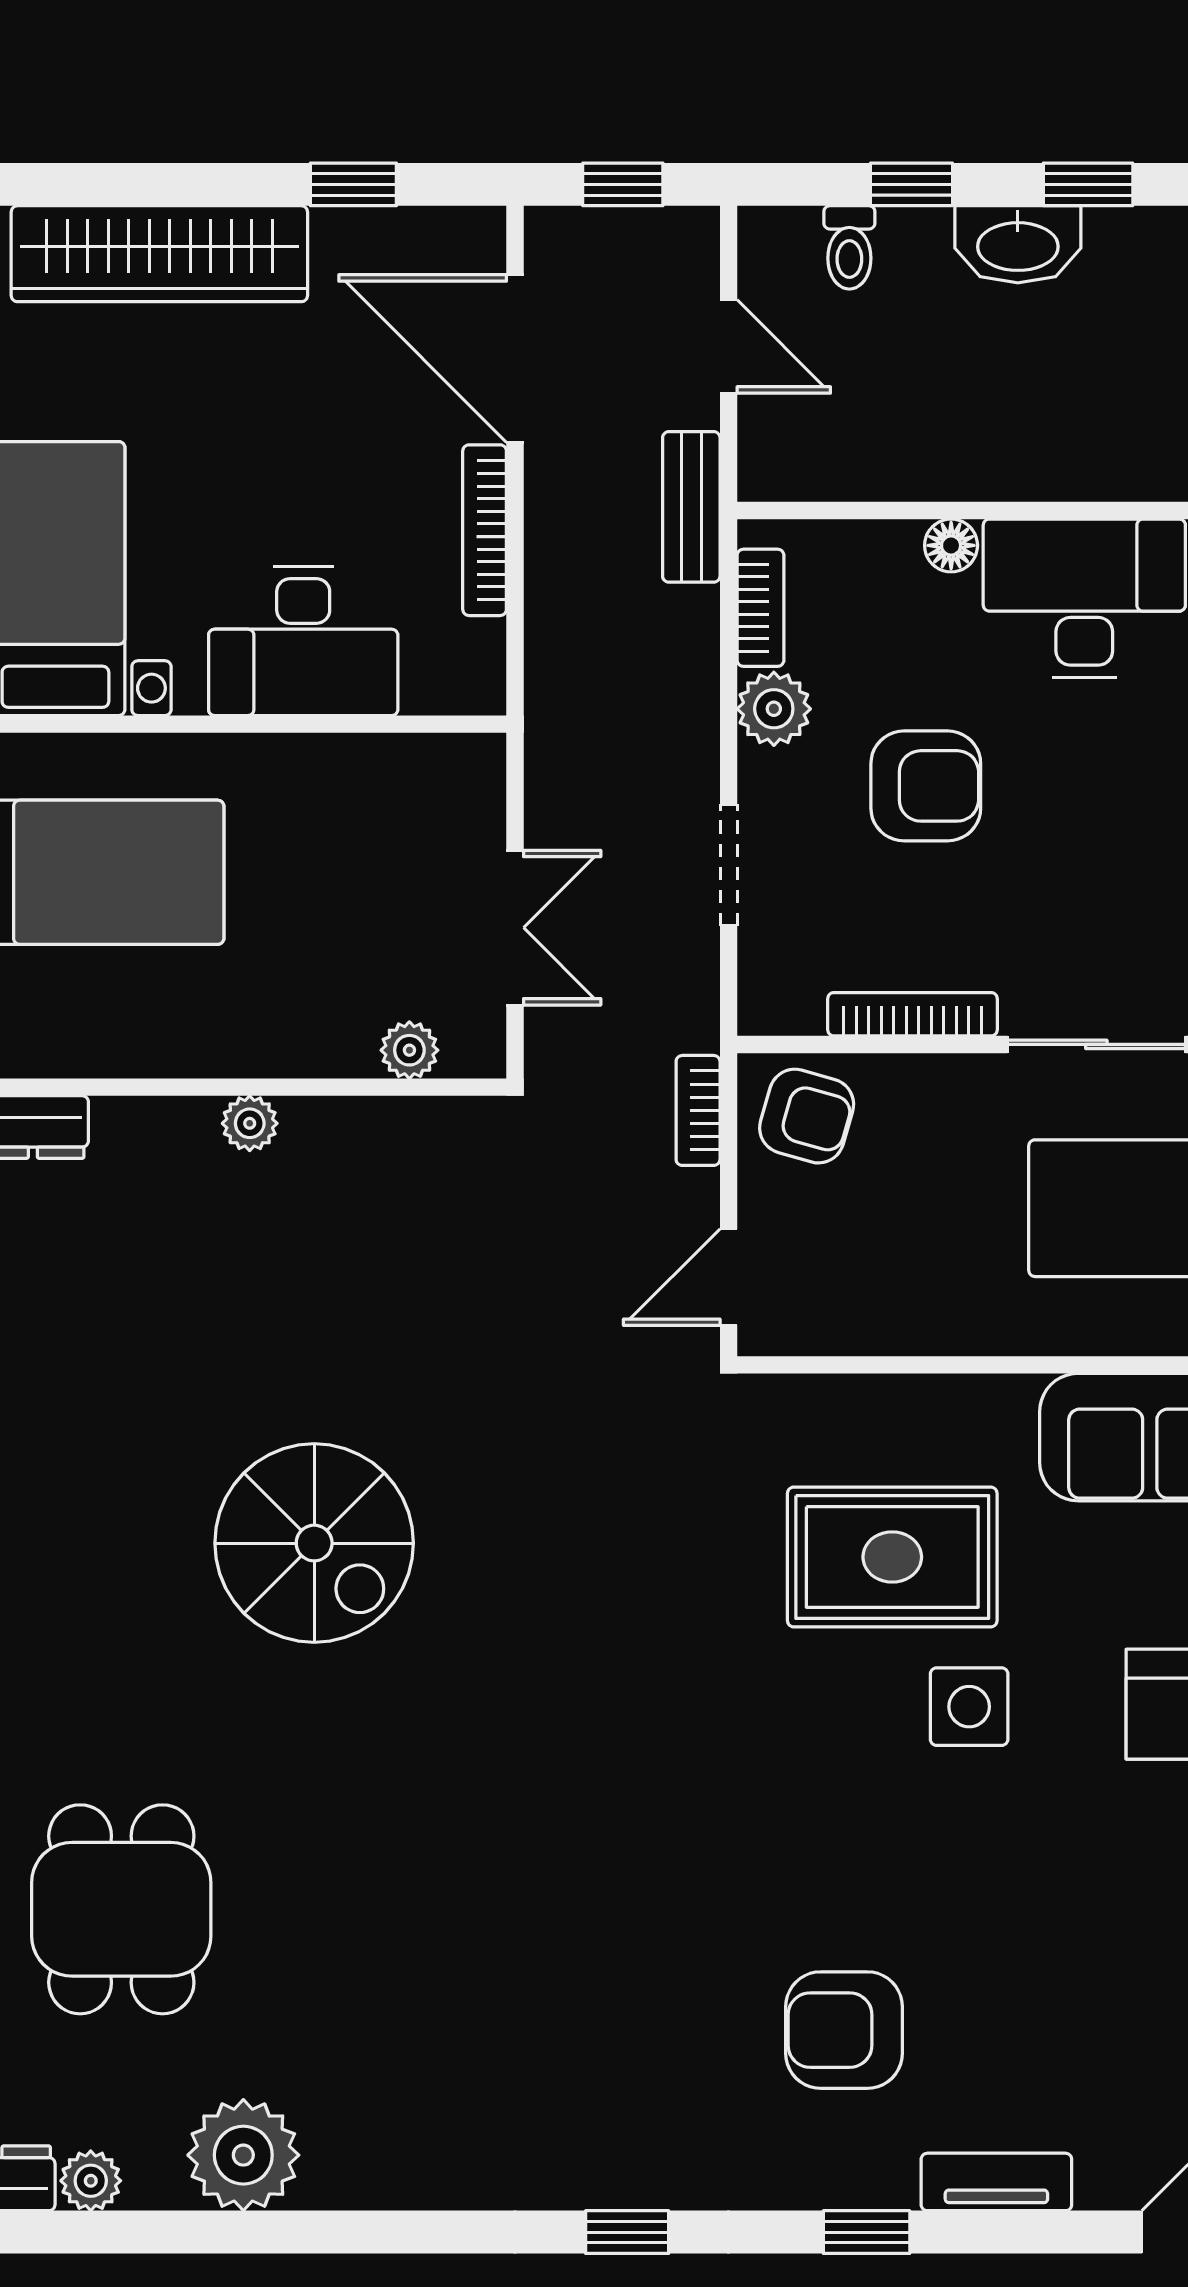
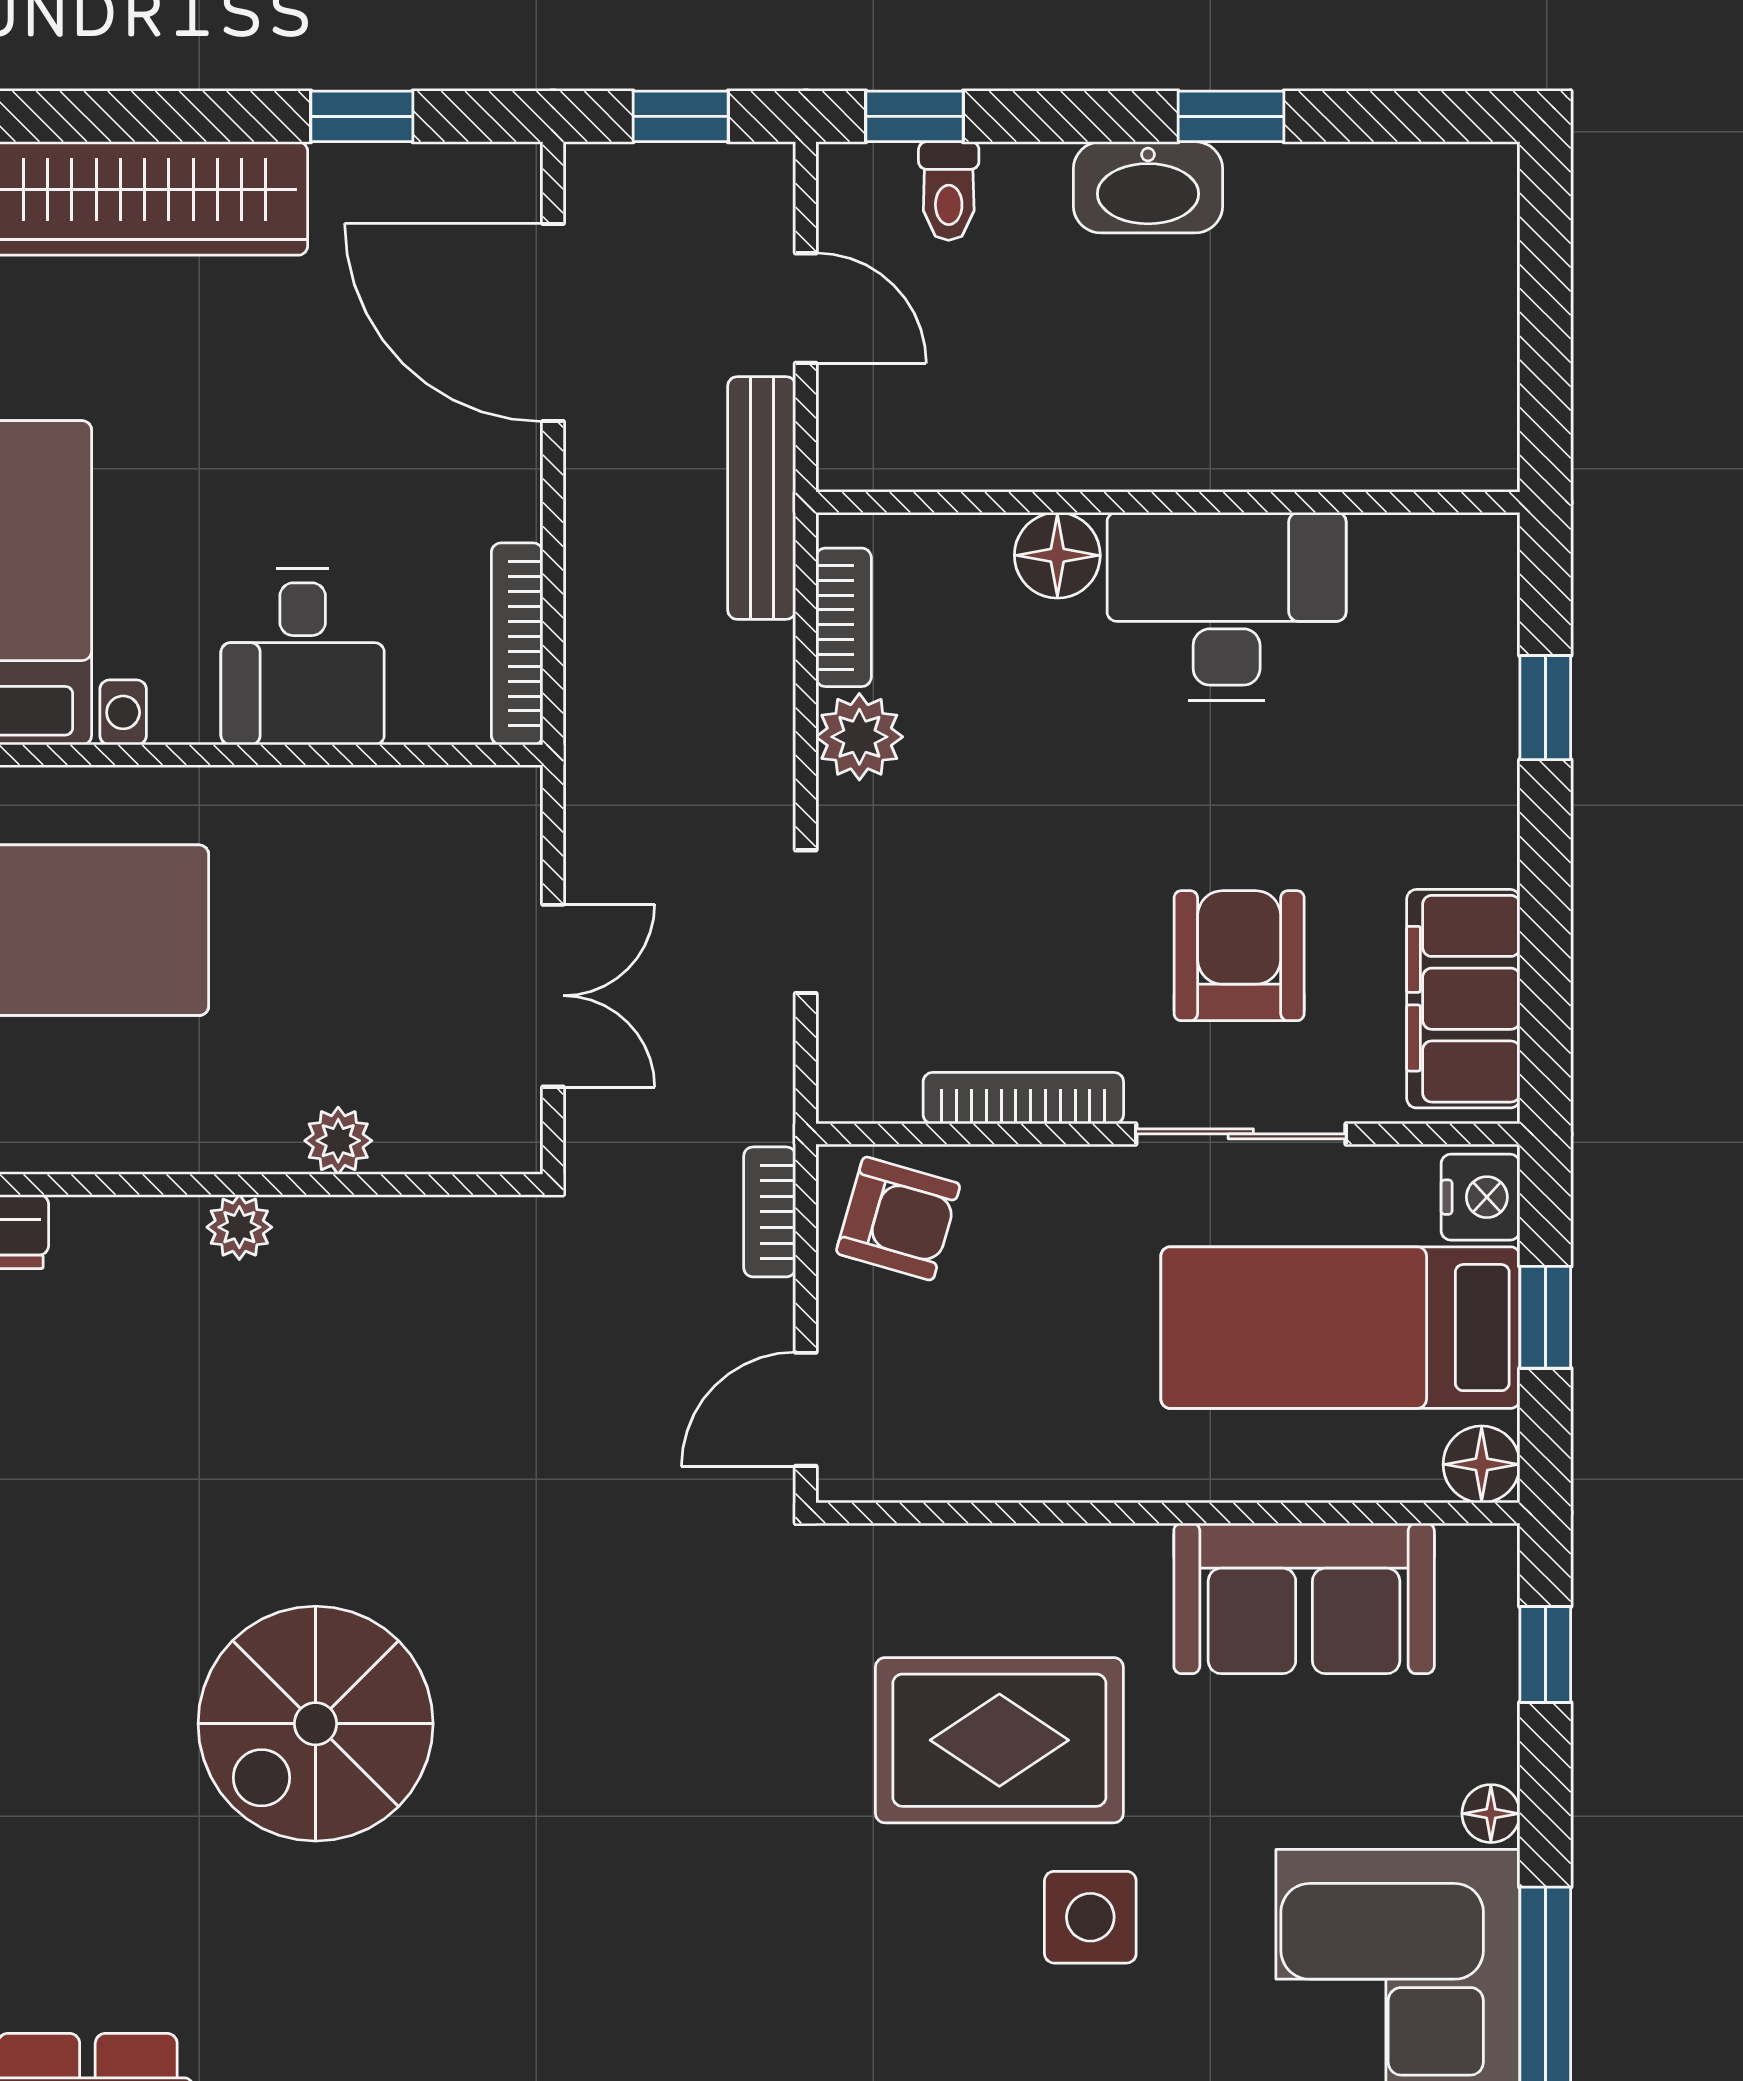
window: (911, 184) -> (915, 116), moved
bench: (691, 507) -> (762, 498), width x1.36
bookcase: (485, 530) -> (517, 644), moved
floor lamp: (951, 545) -> (1057, 555), width x1.37, depth x1.37
desk: (303, 641) -> (303, 657), width x0.73
armchair: (926, 786) -> (1239, 956), moved, turned -90
plant: (409, 1050) -> (338, 1141), moved
spiral stairs: (314, 1543) -> (316, 1724), turned 90

